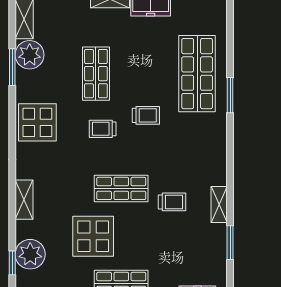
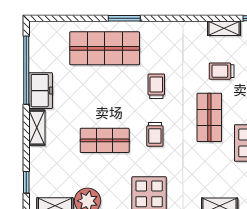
trolley: (146, 115) -> (156, 86), moved
trolley: (172, 202) -> (222, 71), turned -90

